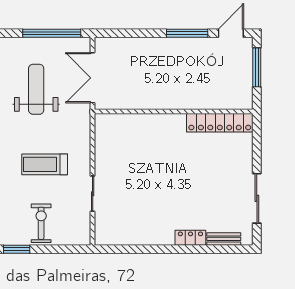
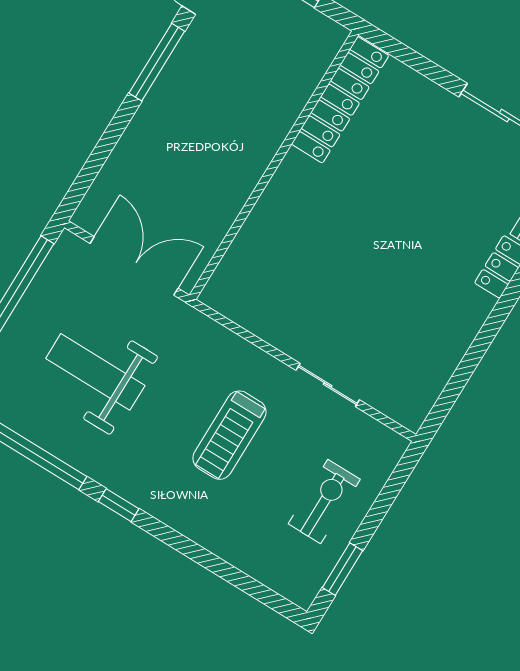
double door: (93, 78) -> (134, 266), swing flipped
exercise bike: (41, 223) -> (324, 502), turned 90

